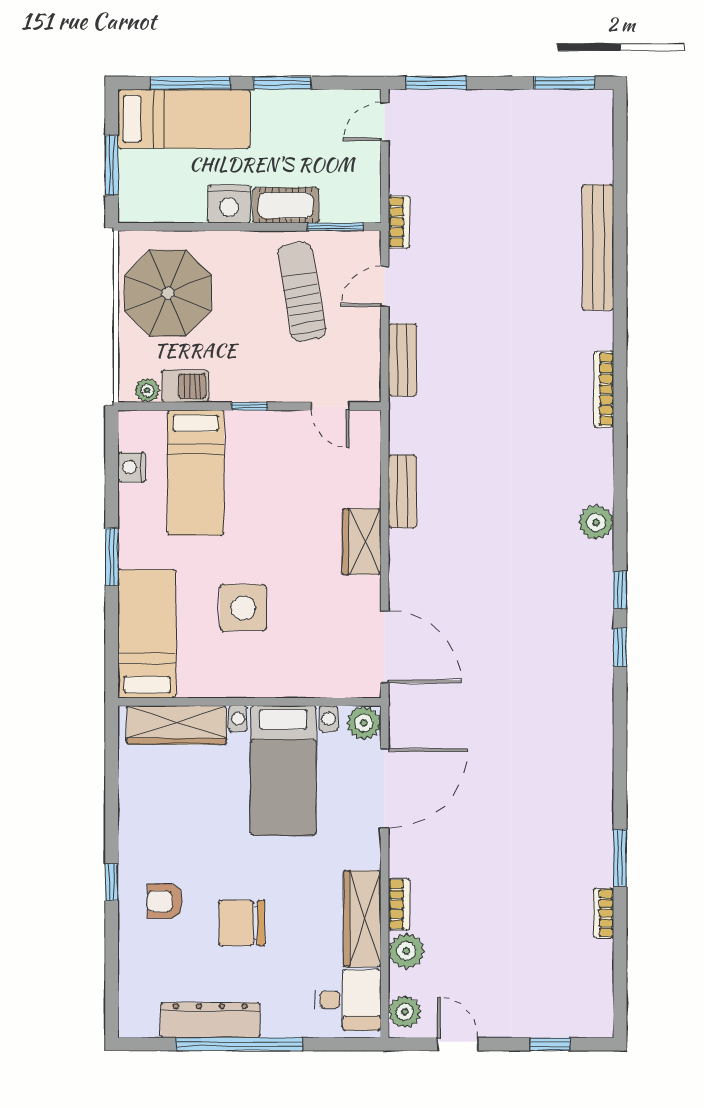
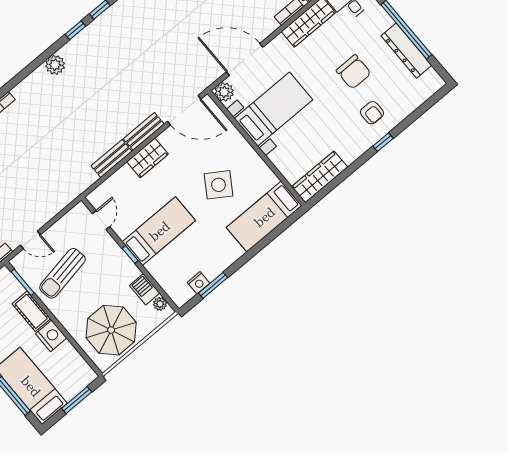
bench: (402, 360) -> (144, 131), moved
bed: (196, 473) -> (159, 231), moved
window: (112, 557) -> (213, 285), moved
side table: (243, 608) -> (218, 185), turned 33
door: (385, 647) -> (184, 110), swing flipped
wardrobe: (176, 725) -> (320, 177), moved, turned -90

